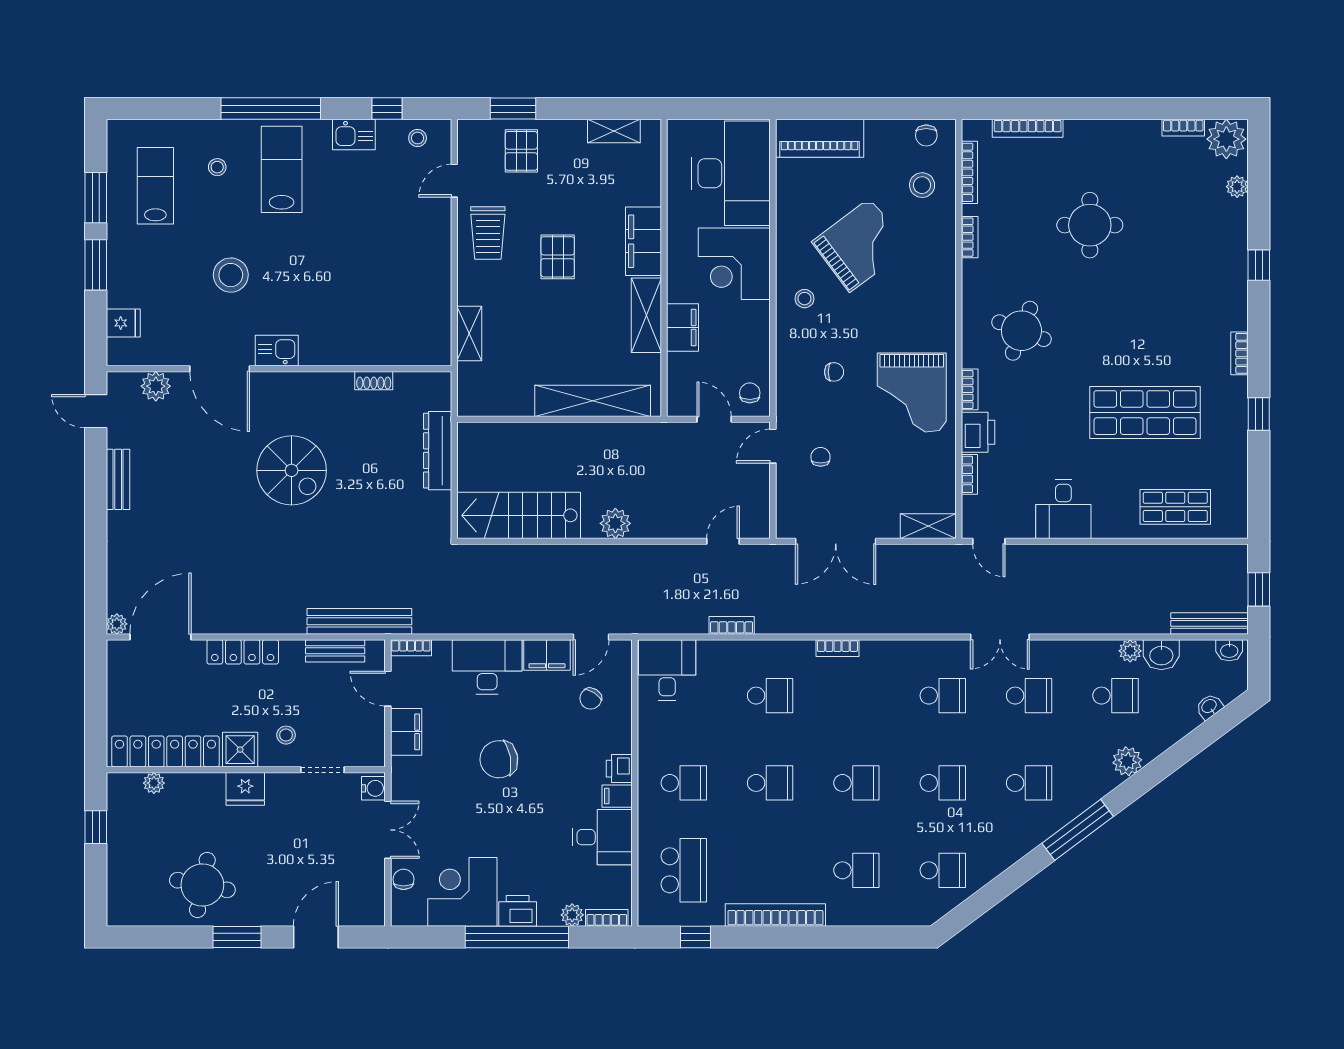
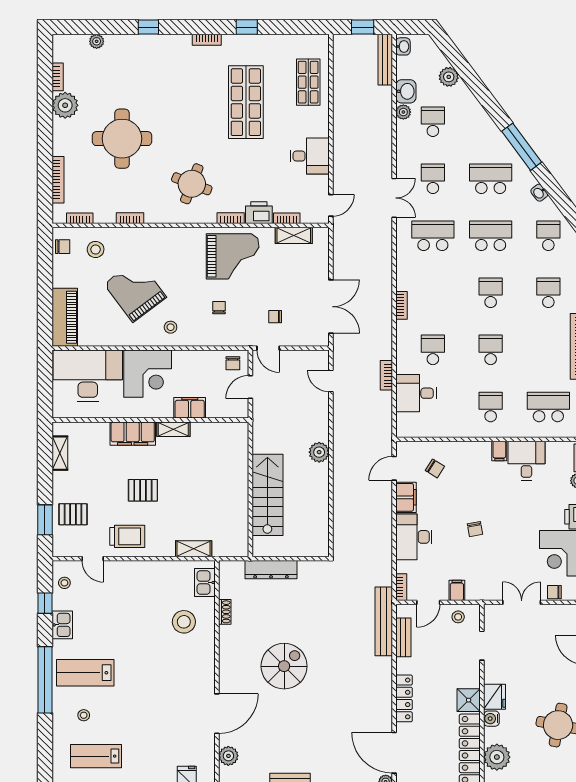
plant: (1226, 139) -> (65, 105), moved
bookcase: (969, 172) -> (80, 218), width x0.64
round table: (1090, 225) -> (122, 139), width x1.36, depth x1.36
stool: (231, 275) -> (184, 622), moved
shelving: (646, 315) -> (173, 429), width x0.67, depth x0.75
kitchen sink: (277, 351) -> (205, 583), moved
chair: (750, 393) -> (233, 363), turned -90
shelving: (593, 401) -> (238, 467), removed
stairs: (519, 515) -> (267, 495), moved, turned 180
shelving: (928, 526) -> (294, 235), moved, turned 90
door: (591, 637) -> (394, 468), swing flipped
desk: (667, 670) -> (416, 393), moved
school desk: (943, 696) -> (433, 236), width x1.85
washbasin: (1209, 706) -> (539, 193), moved
filing cabinet: (406, 732) -> (457, 590), width x0.50
stool: (286, 735) -> (458, 617), moved
chair: (499, 759) -> (475, 529), width x0.54, depth x0.54
plant: (1127, 761) -> (449, 77), moved
printer: (619, 769) -> (481, 450), removed
plant: (154, 783) -> (497, 757), width x1.88, depth x1.88
school desk: (943, 783) -> (491, 236), width x1.85
school desk: (1029, 783) -> (491, 179), width x1.85
water cooler: (373, 788) -> (491, 719), moved, turned -90

